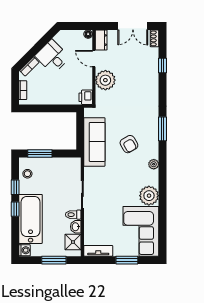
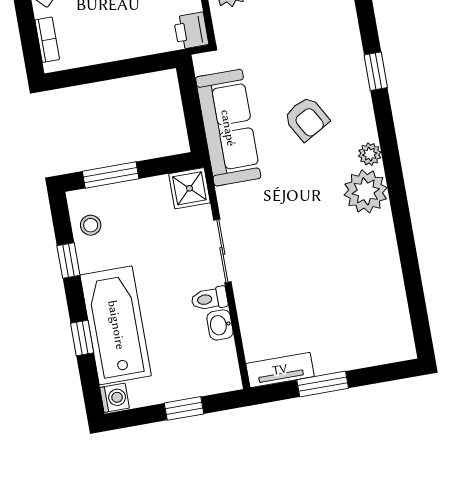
window: (163, 129) -> (376, 71), width x0.67
plant: (149, 196) -> (366, 191), moved
window: (15, 209) -> (82, 338), moved
corner sofa: (141, 231) -> (368, 309), removed
shower: (73, 242) -> (189, 188), moved
window: (54, 260) -> (184, 408), width x0.67
window: (127, 260) -> (323, 384), moved

